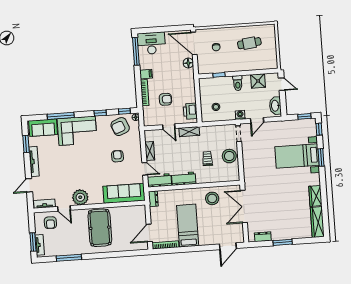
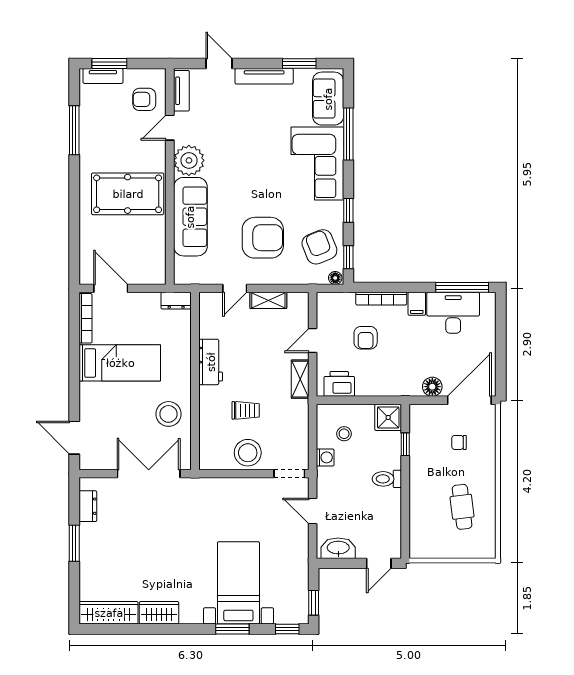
desk: (151, 43) -> (453, 313), moved, turned -90
shower: (258, 81) -> (388, 417), moved
washing machine: (240, 115) -> (325, 457), moved
armchair: (117, 156) -> (263, 238), width x1.88, depth x1.88
workbench: (159, 180) -> (210, 315), removed
sofa: (124, 193) -> (190, 217), moved

